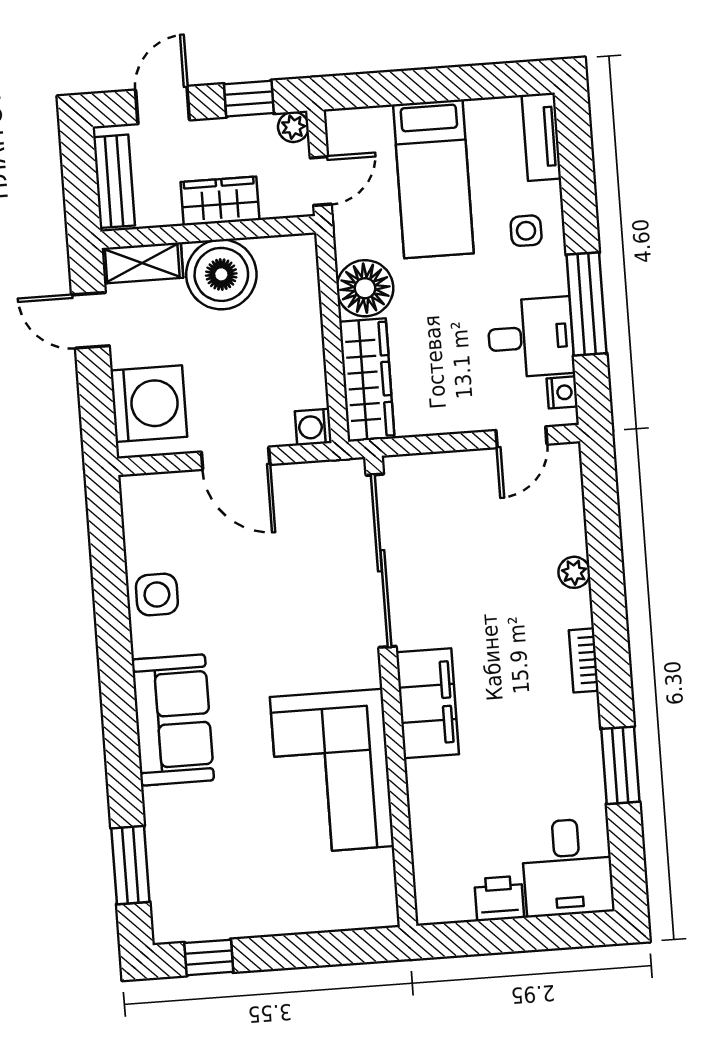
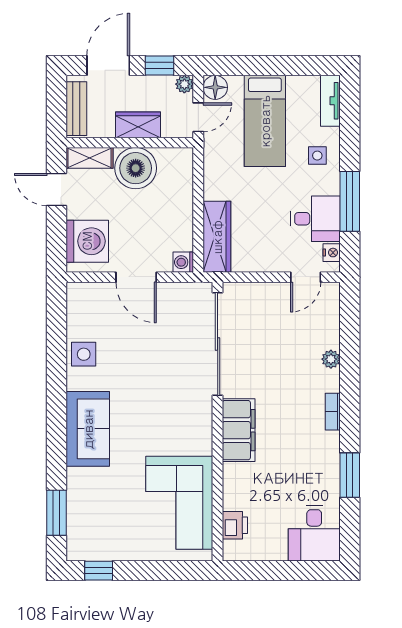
door: (162, 105) -> (108, 66), width x1.38
floor lamp: (365, 288) -> (215, 87), moved, width x0.73, depth x0.73
corner sofa: (332, 772) -> (179, 503), moved
printer: (499, 898) -> (235, 525), moved, turned 90

